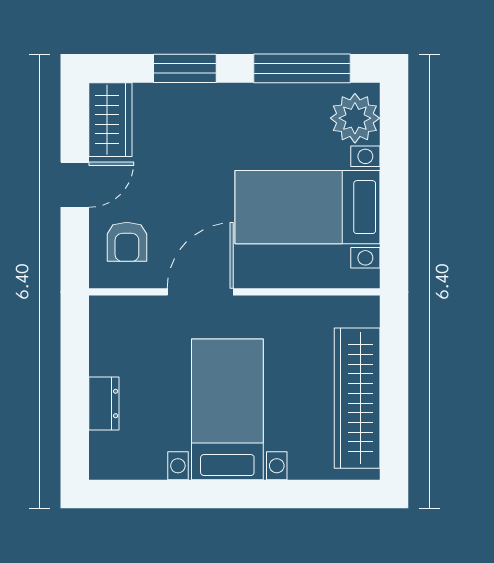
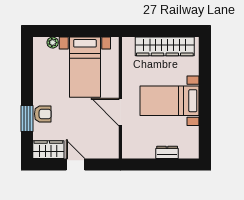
window: (302, 68) -> (27, 69), removed
plant: (355, 118) -> (53, 43), width x0.53, depth x0.53
armchair: (127, 242) -> (43, 114), moved

